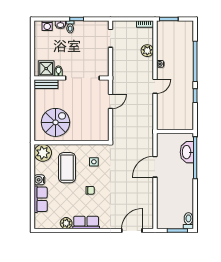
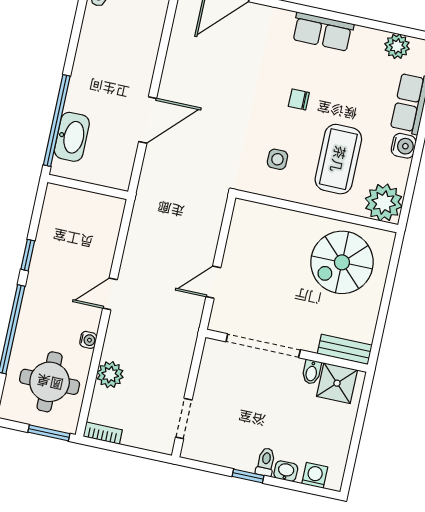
round table: (173, 42) -> (50, 382), added
plant: (66, 223) -> (397, 46), moved

